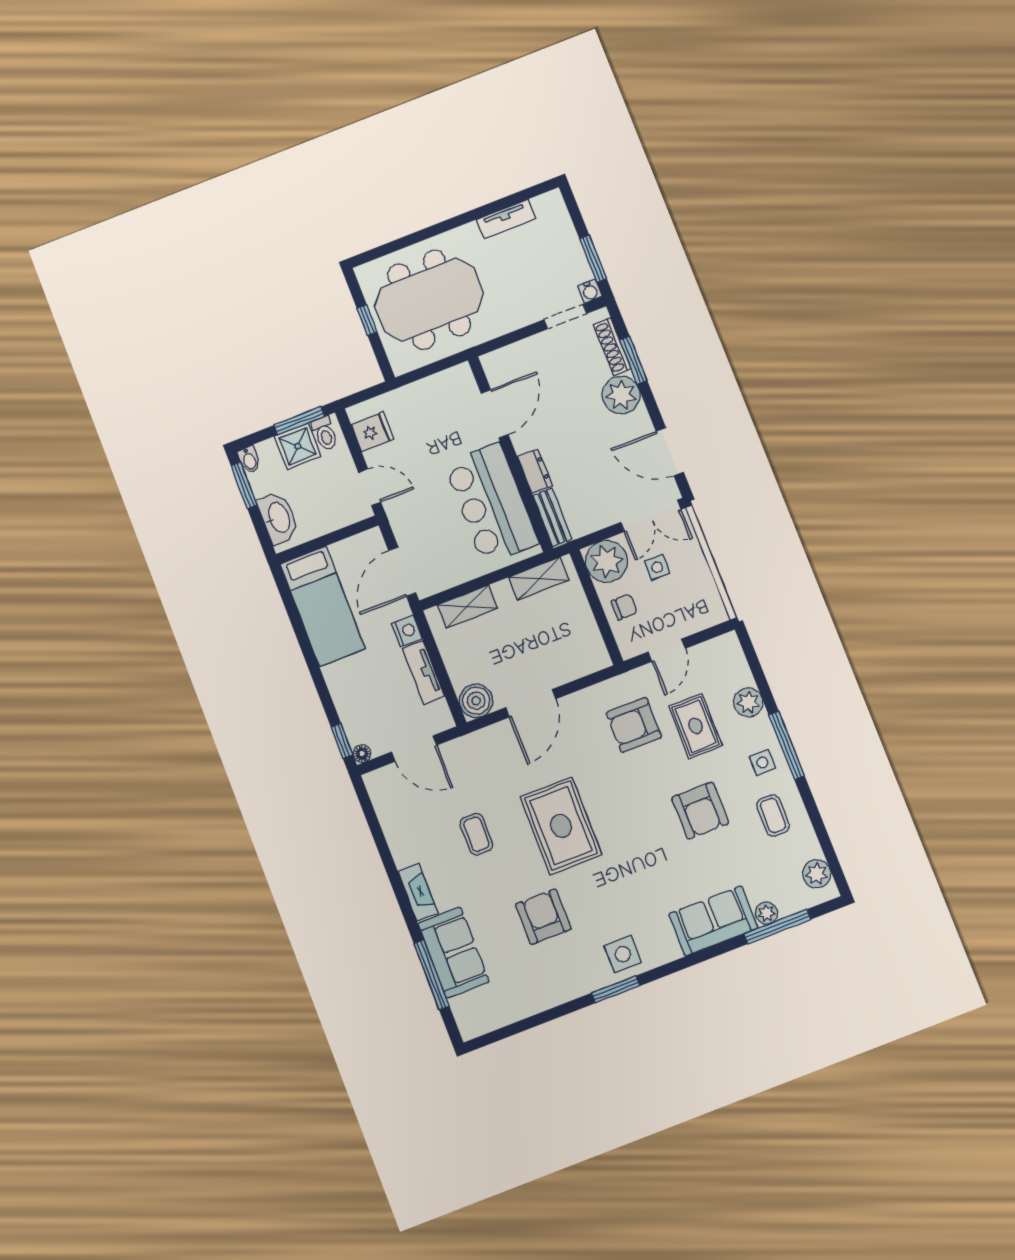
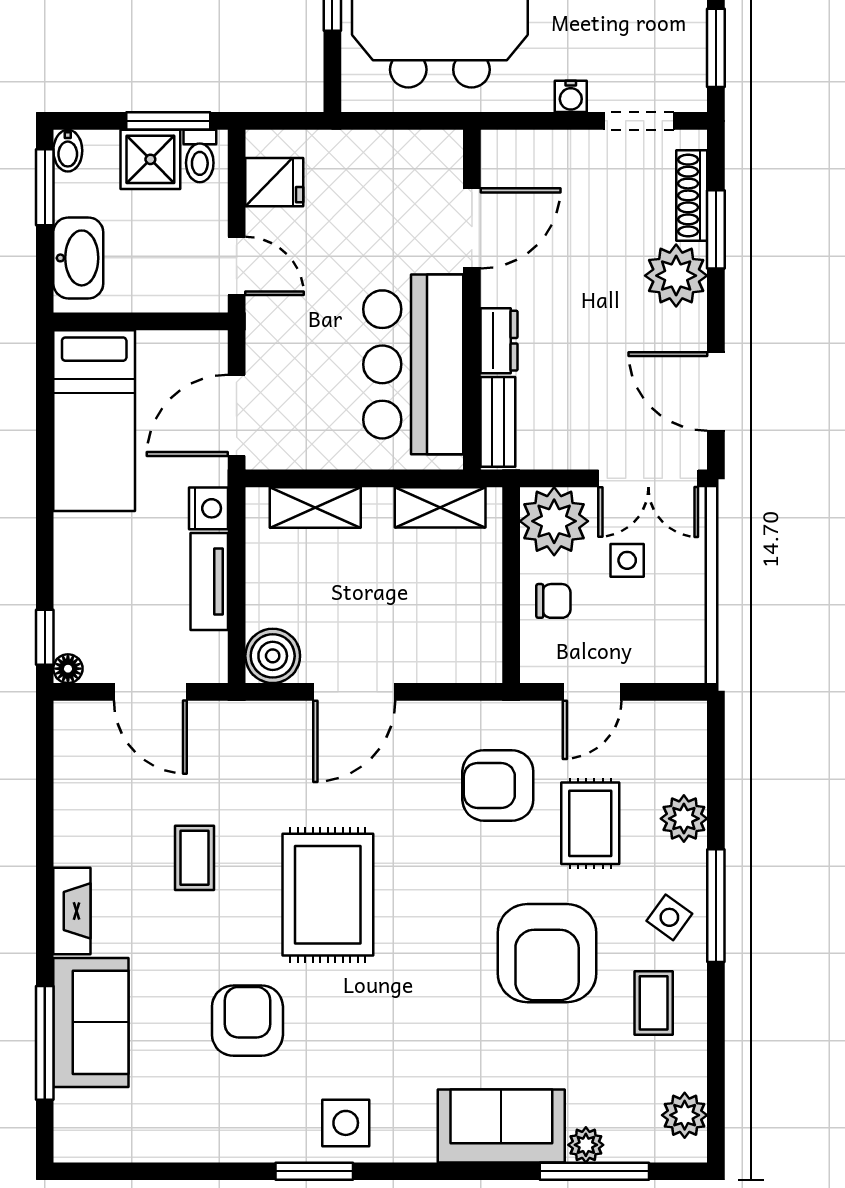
water cooler: (590, 291) -> (571, 96), moved
side table: (762, 762) -> (669, 917), turned 36
armchair: (700, 811) -> (547, 953), width x1.36, depth x1.36

